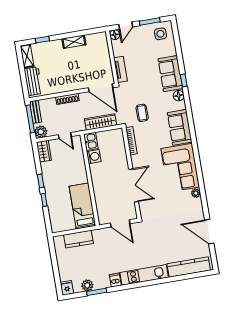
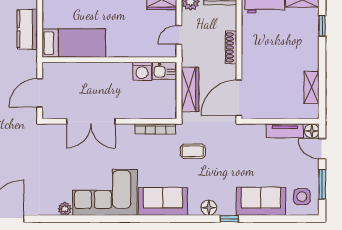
shelving: (74, 42) -> (312, 87), moved
tv unit: (121, 69) -> (285, 131), moved
sofa: (170, 74) -> (261, 201), moved

